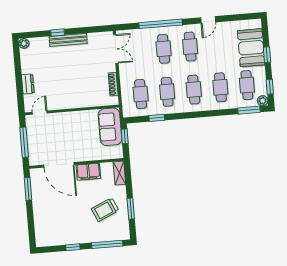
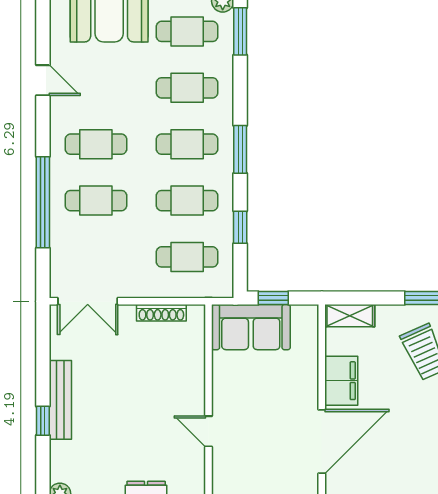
door: (208, 20) -> (43, 80), moved
double door: (116, 49) -> (88, 301), swing flipped
door: (40, 113) -> (208, 431), moved
window: (193, 115) -> (240, 149), added

